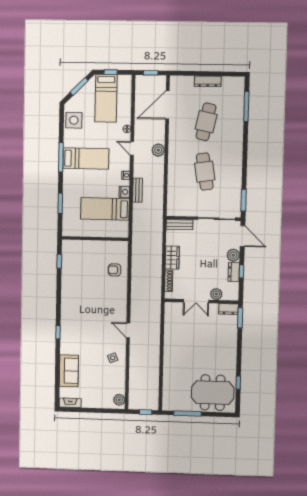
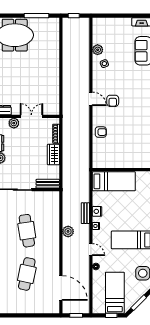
dresser: (208, 81) -> (26, 309), removed
door: (167, 105) -> (61, 288), hinge flipped
plant: (158, 150) -> (68, 231), moved
bed: (105, 209) -> (114, 181), moved
armchair: (115, 270) -> (101, 132), moved
armchair: (104, 316) -> (113, 101), added
door: (128, 330) -> (91, 99), moved
plant: (119, 400) -> (98, 50), moved

